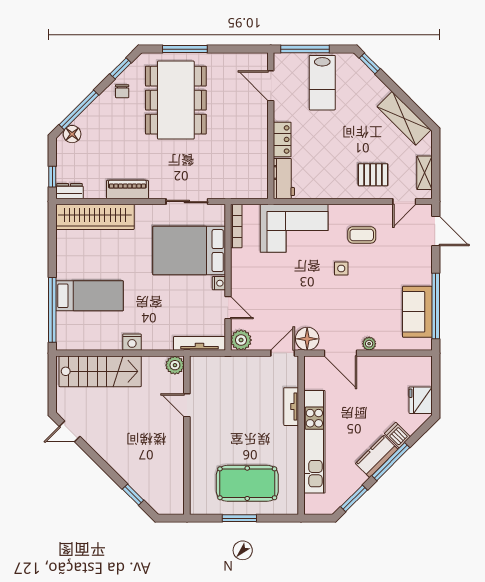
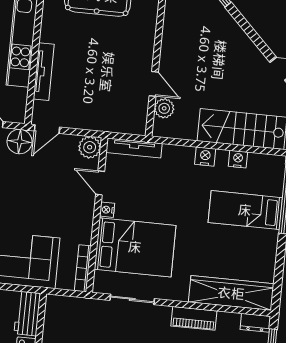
nightstand: (101, 343) -> (238, 159), added
plant: (175, 365) -> (164, 108), moved
tv unit: (291, 407) -> (44, 72), width x1.41

